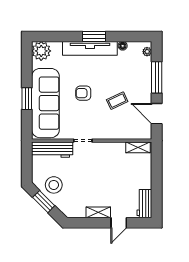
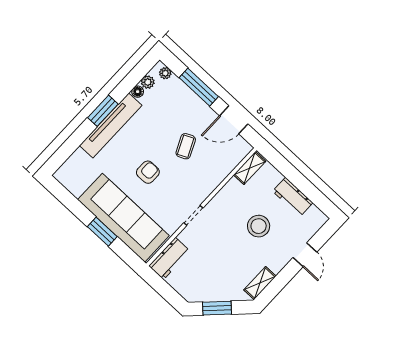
plant: (41, 51) -> (148, 82), moved, width x0.53, depth x0.53
armchair: (83, 93) -> (148, 172), turned 180
workbench: (52, 150) -> (169, 258), width x0.73
stool: (54, 185) -> (259, 226), moved
workbench: (144, 204) -> (293, 197), moved
shelving: (98, 212) -> (260, 283), moved

